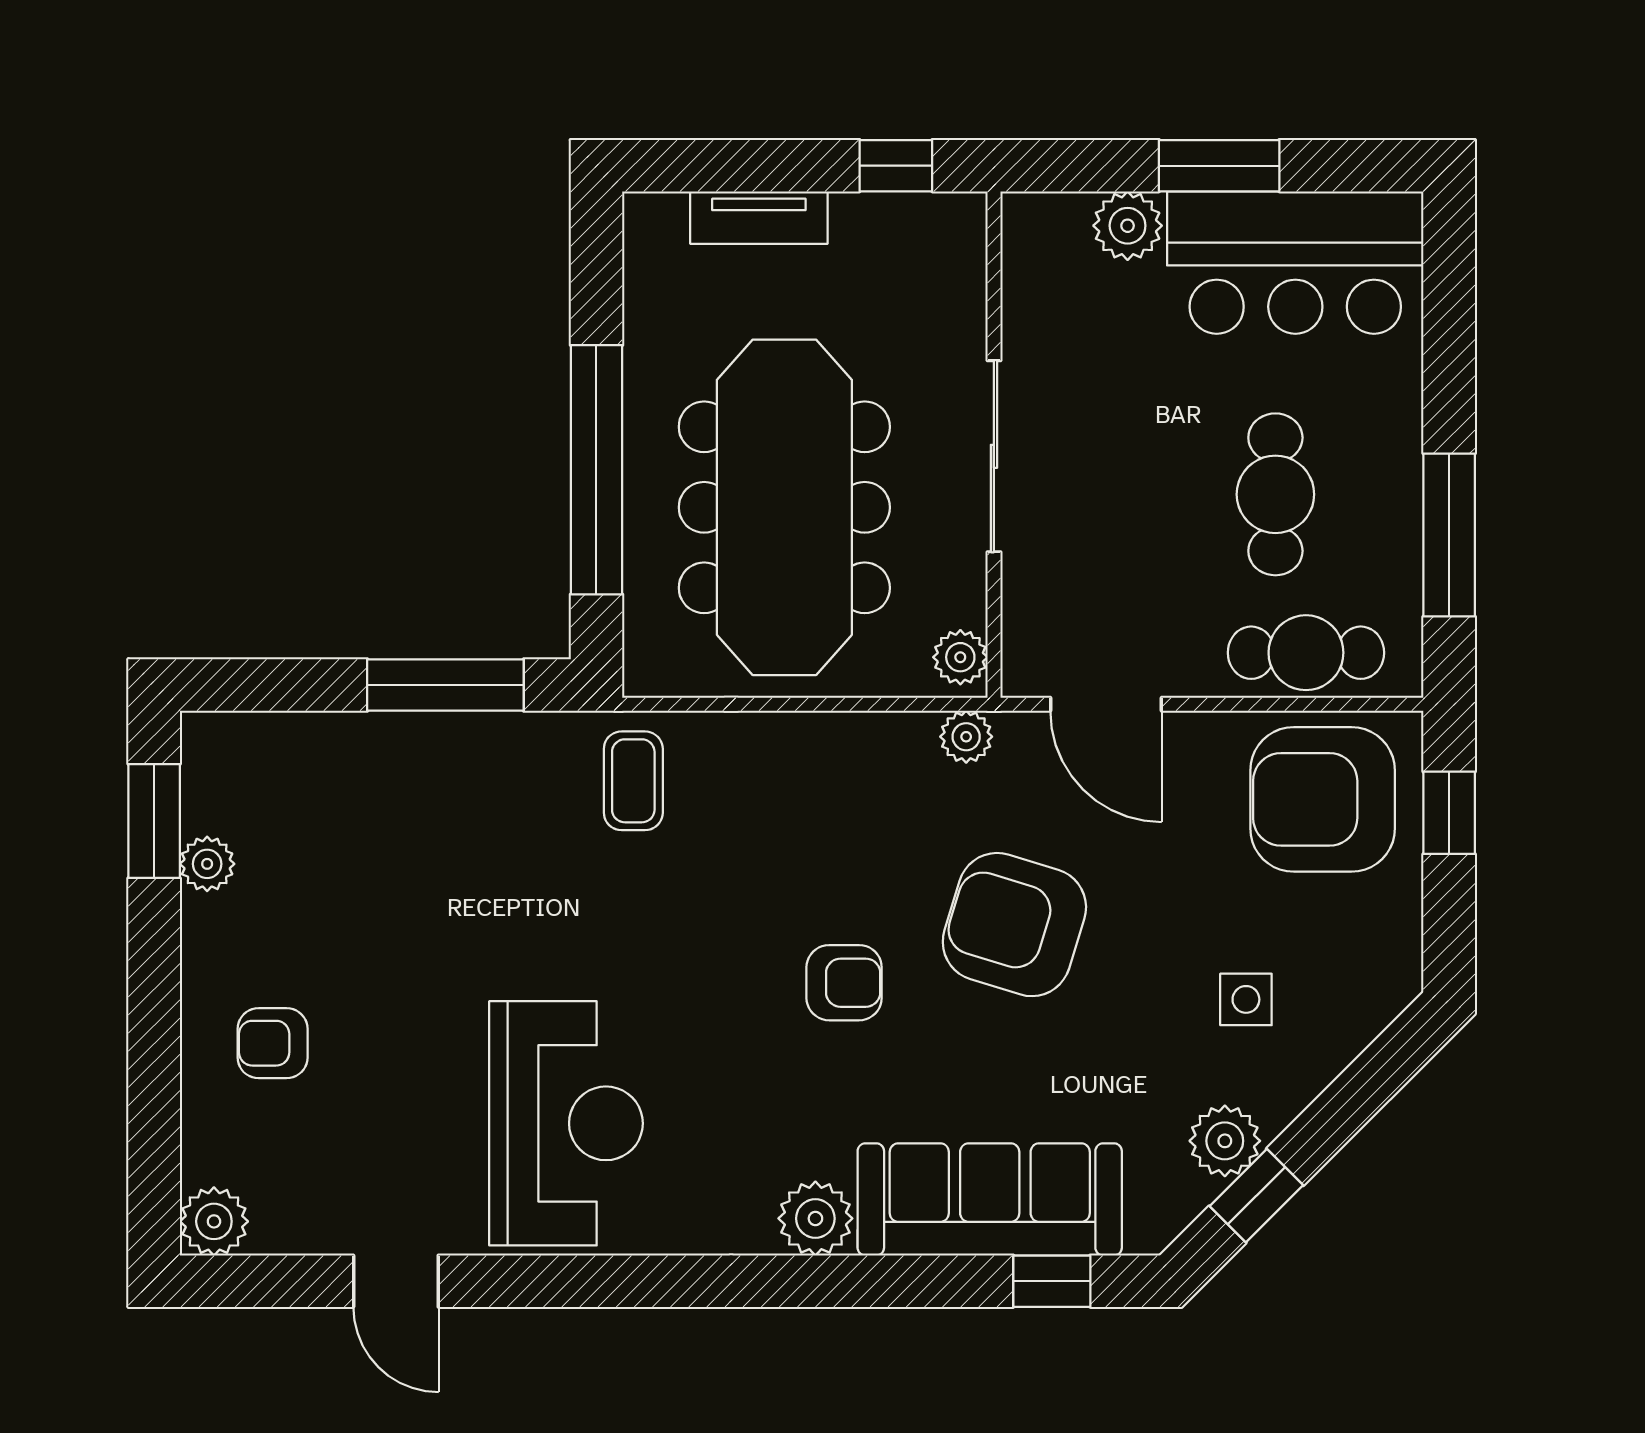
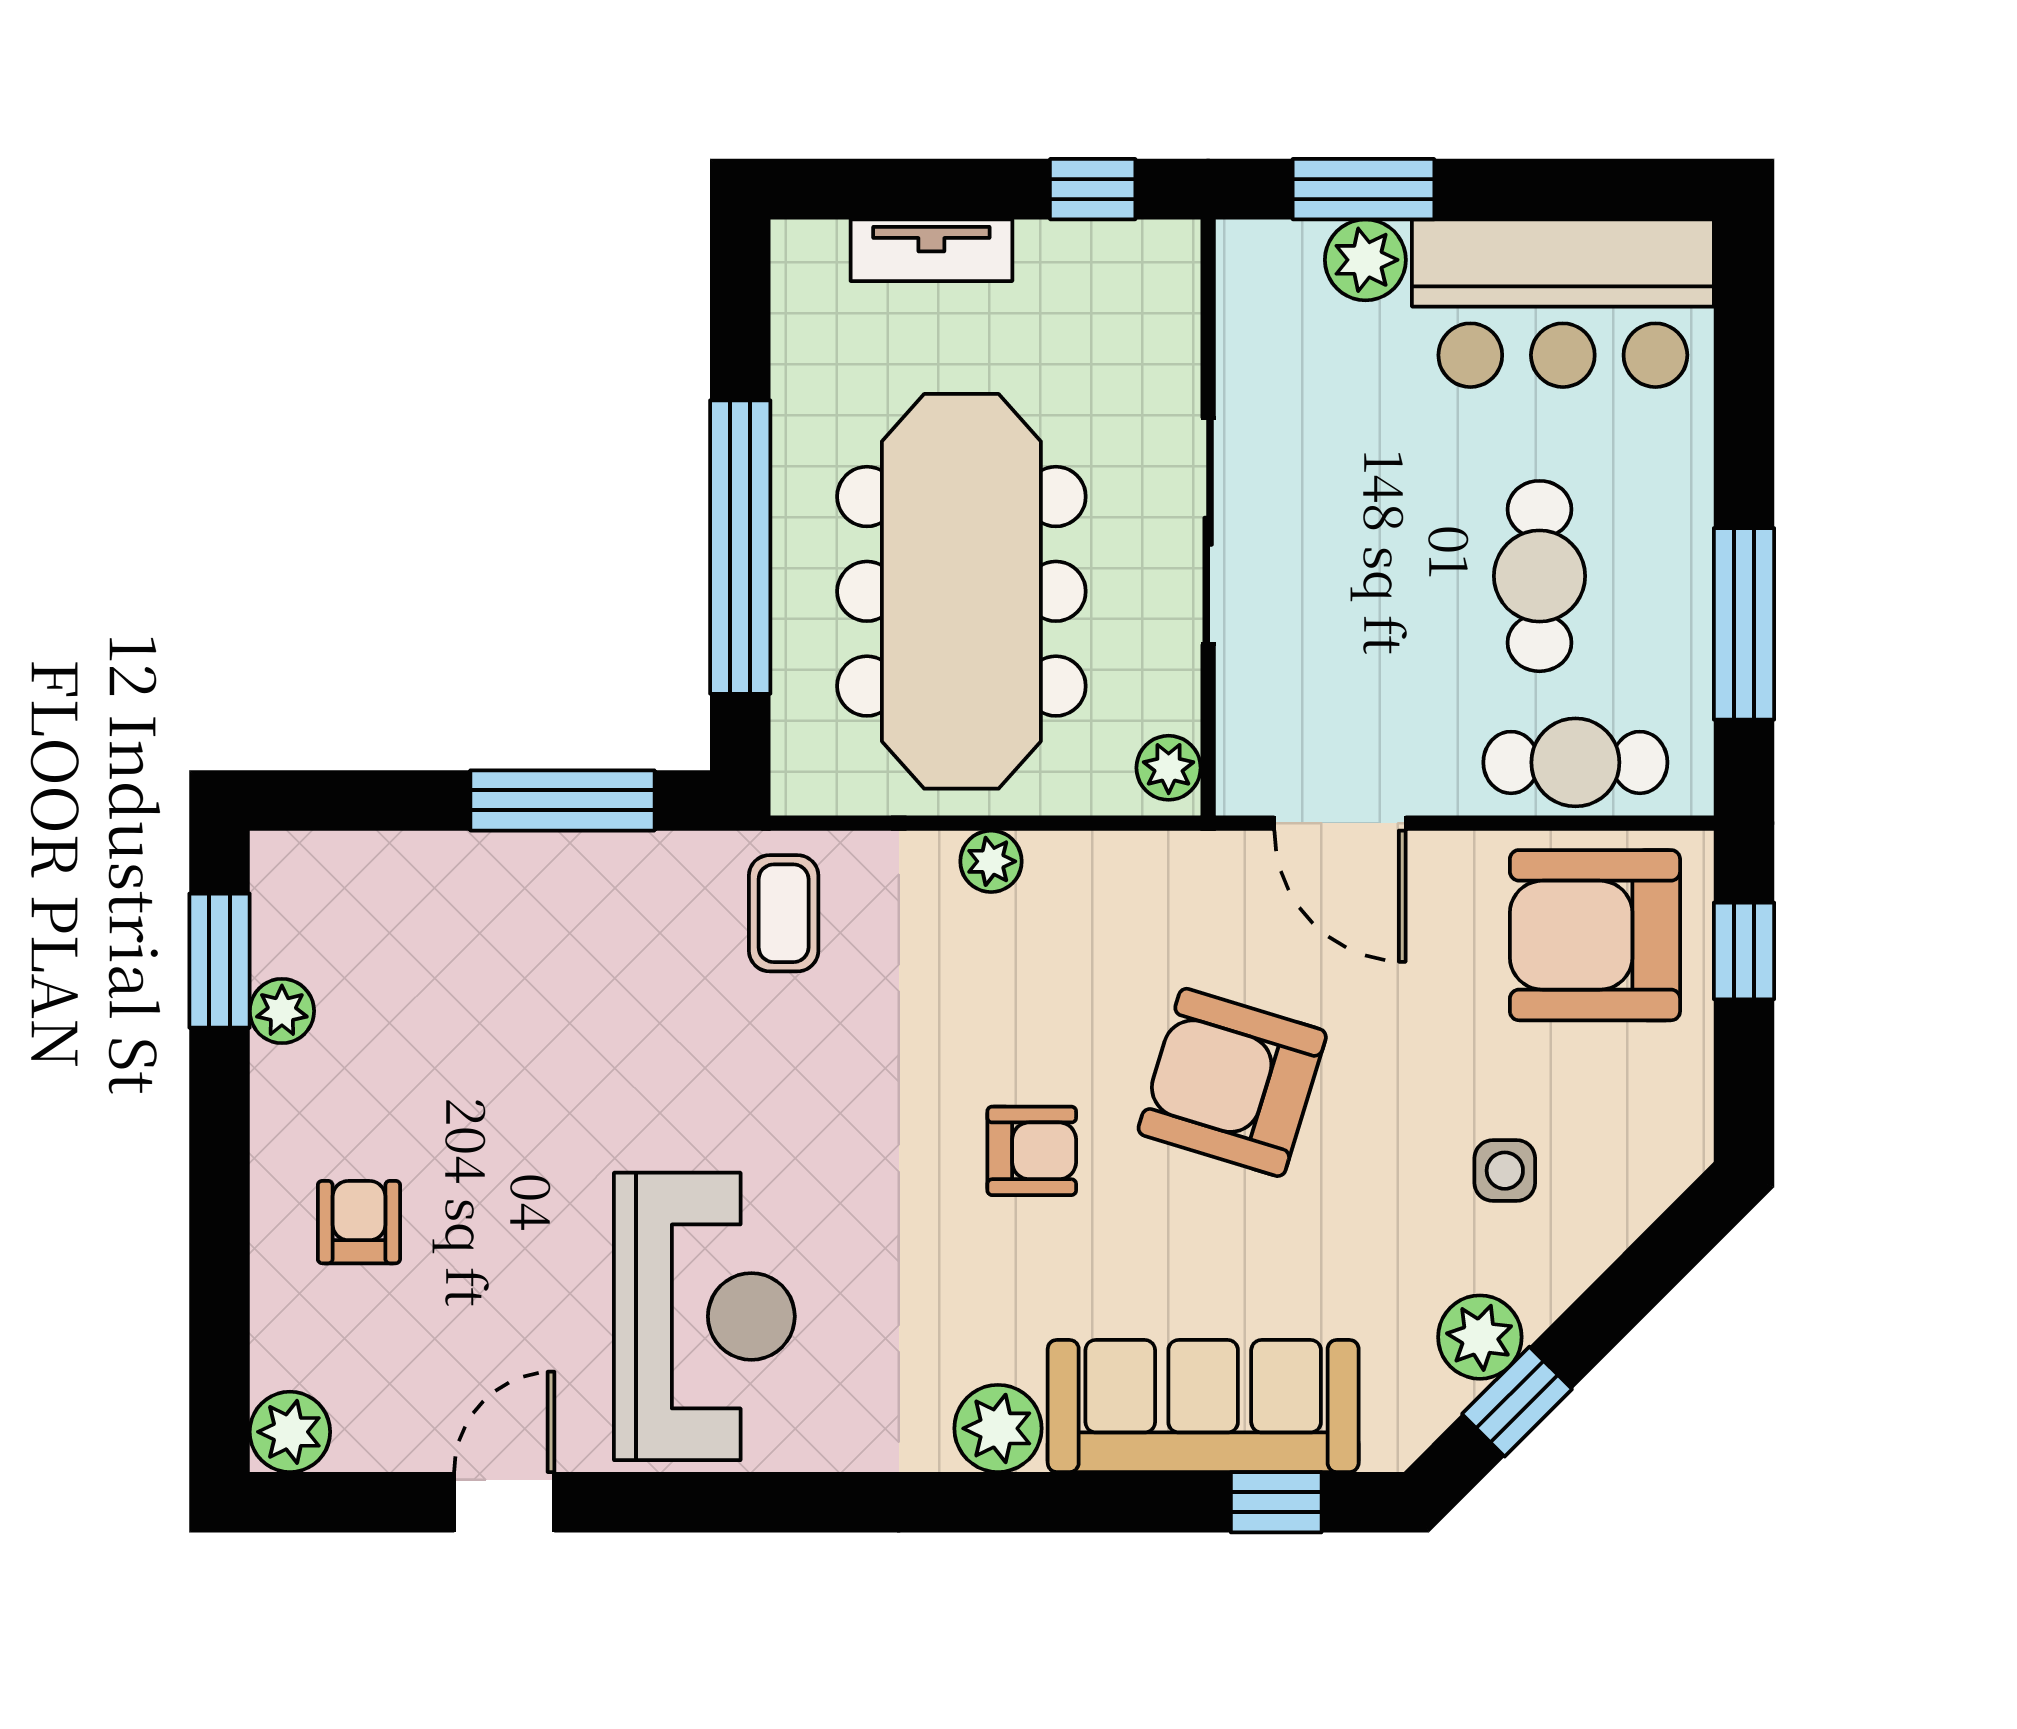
window: (1219, 166) -> (1363, 189), moved
plant: (966, 737) -> (991, 861), moved
armchair: (273, 1043) -> (359, 1222), turned 90
door: (396, 1281) -> (504, 1502), swing flipped

